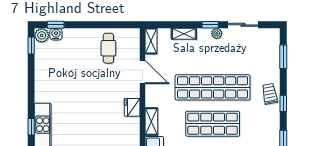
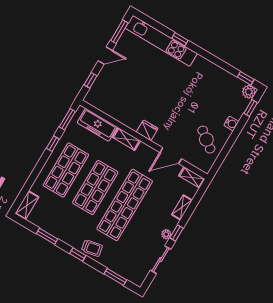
water cooler: (56, 34) -> (231, 123), moved
cafe table: (108, 48) -> (206, 140), turned 37

